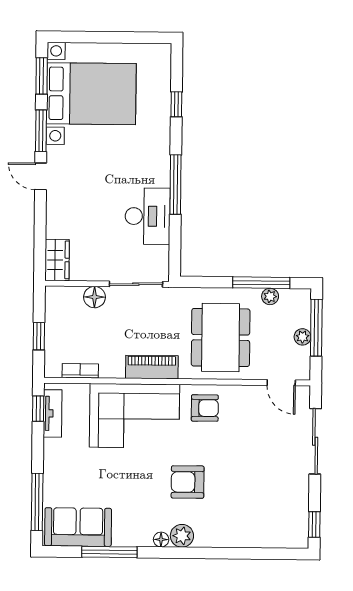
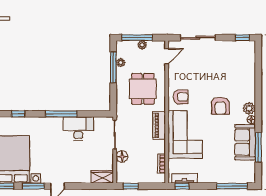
window: (39, 336) -> (131, 186), moved
dining table: (221, 337) -> (143, 89), width x0.73
armchair: (205, 408) -> (181, 97), turned 90
sofa: (78, 527) -> (245, 142), moved

